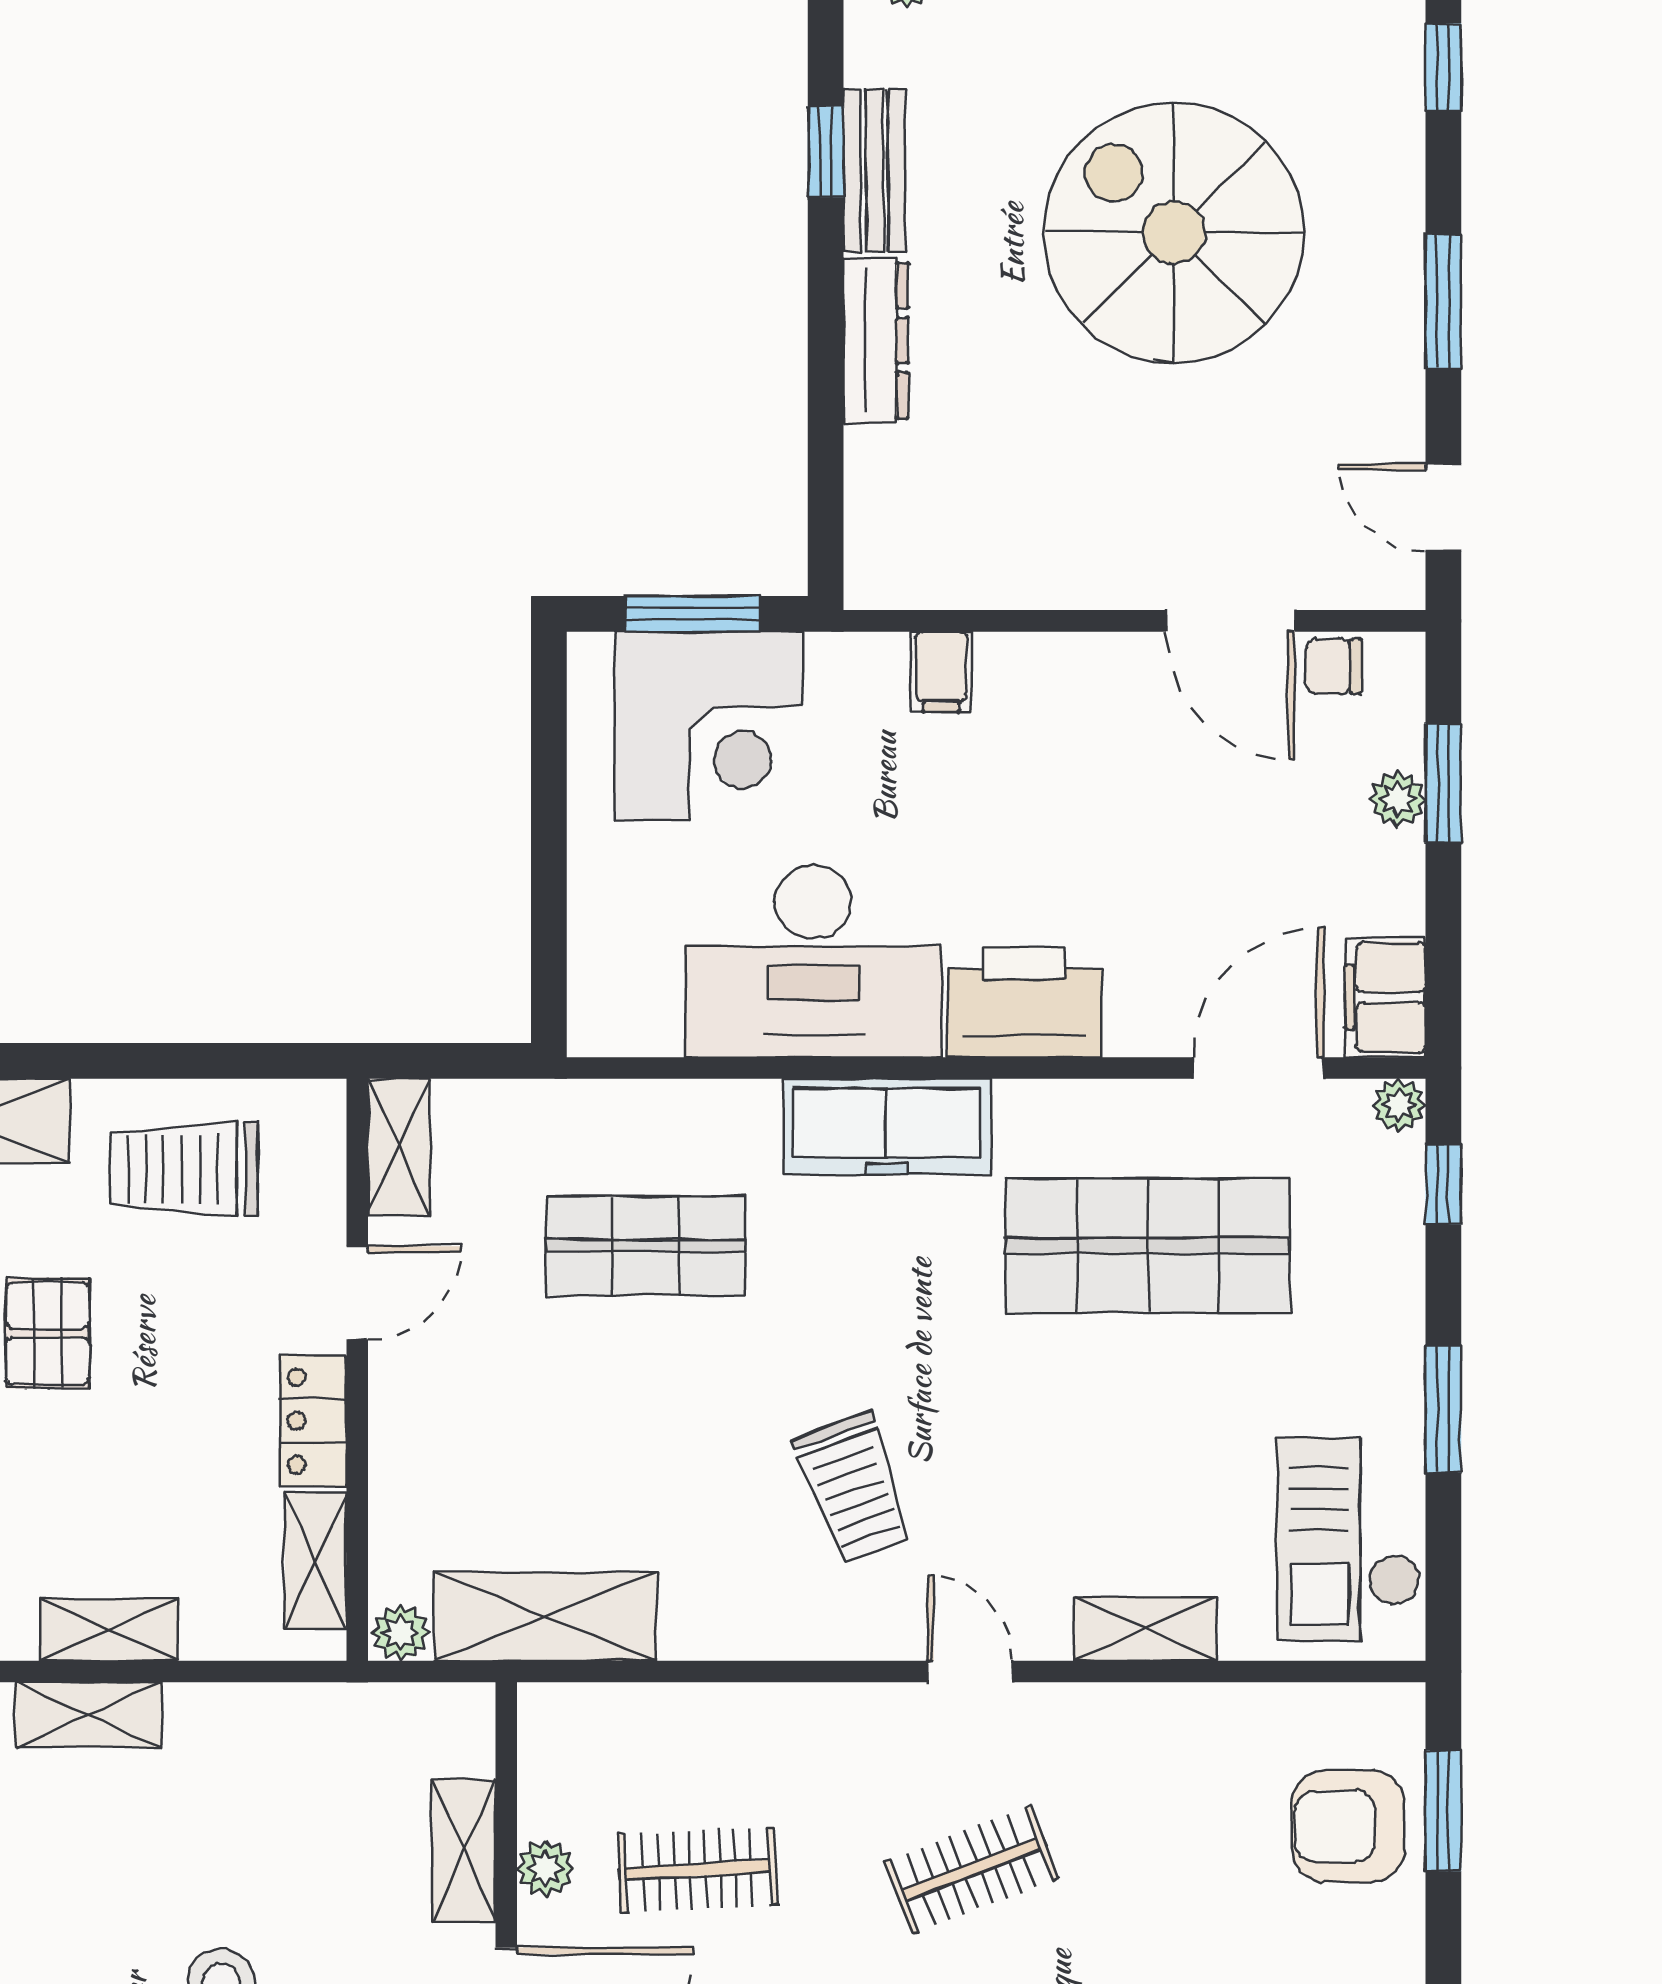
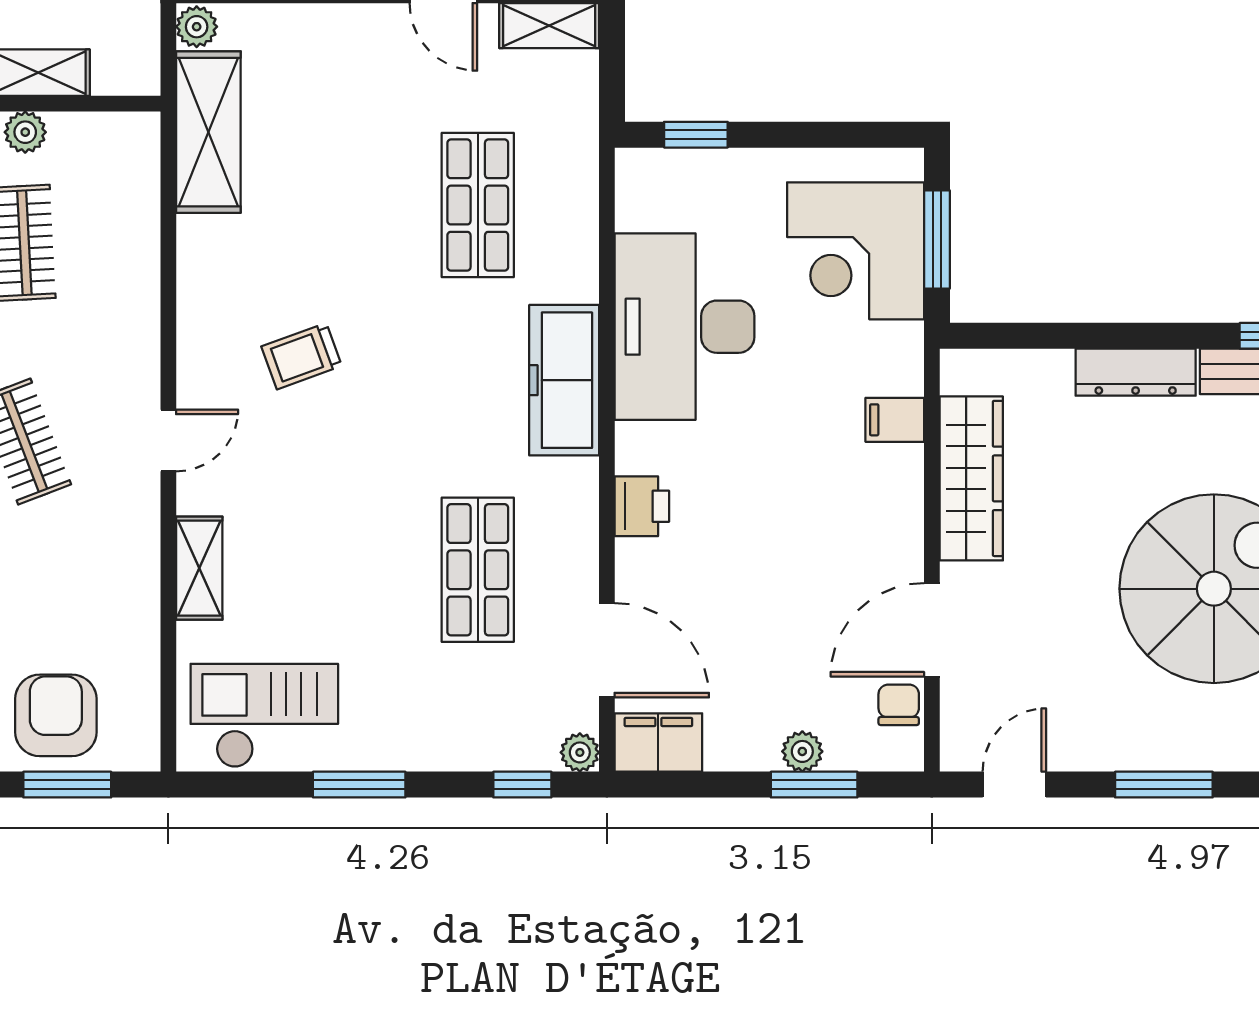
wardrobe: (1022, 567) -> (971, 478), added
window: (549, 945) -> (696, 135), added
printer: (1024, 1002) -> (642, 506), width x0.53, depth x0.68
shop shelf: (1148, 1246) -> (478, 570), width x0.70, depth x0.74
trolley: (854, 1488) -> (302, 356), width x0.73, depth x0.72

